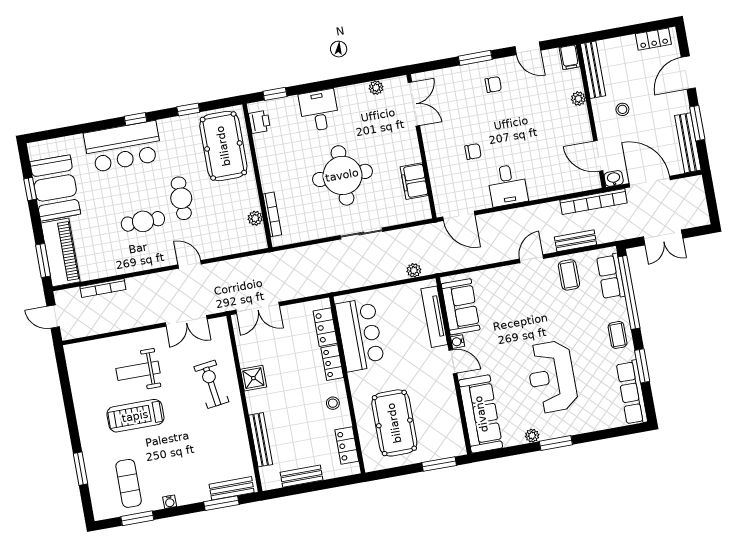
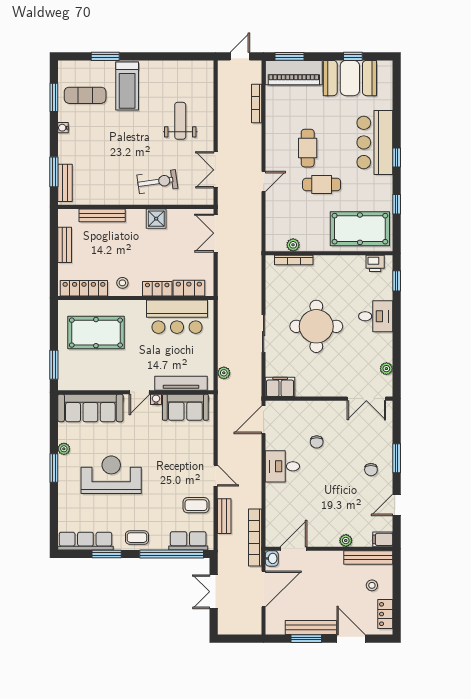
stool: (622, 109) -> (372, 585), moved
bench: (688, 143) -> (311, 628), moved
filing cabinet: (414, 181) -> (280, 387), moved
treadmill: (135, 416) -> (127, 86), moved, turned 180
locker: (347, 445) -> (84, 288), width x1.53

